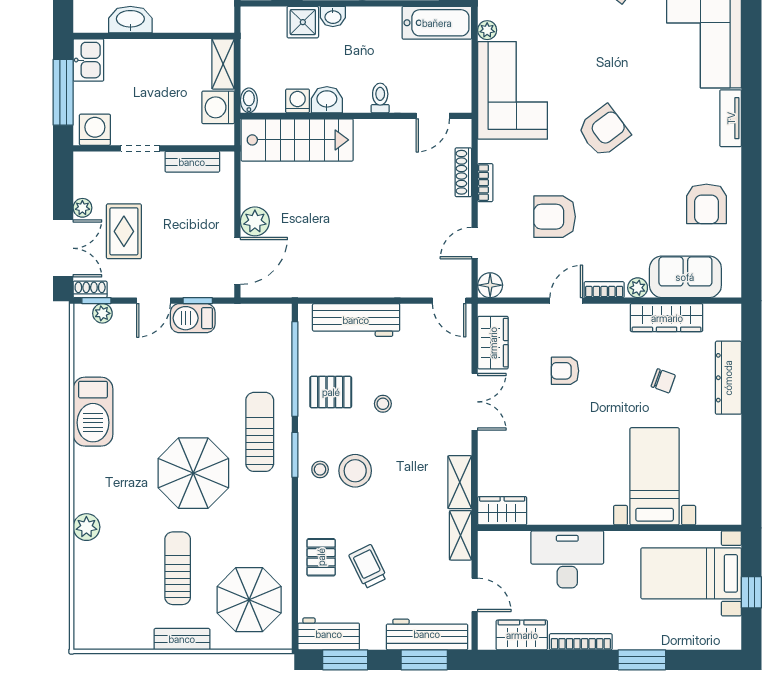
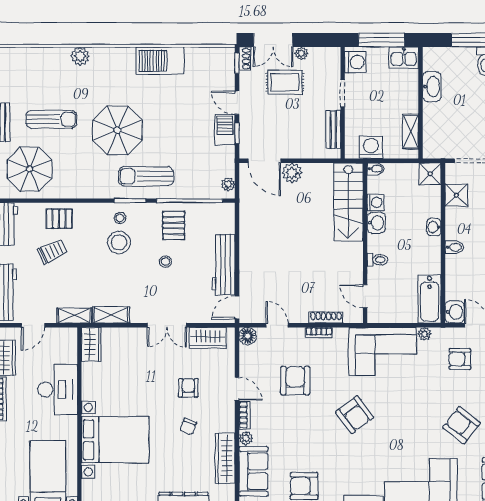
shower: (303, 22) -> (430, 174), moved
shelving: (223, 64) -> (411, 132), moved, turned 90
plant: (102, 313) -> (228, 184), moved
workbench: (356, 320) -> (224, 264), moved
chair: (663, 381) -> (188, 427), moved
sun lounger: (260, 432) -> (146, 176), turned 180
bed with nightstands: (655, 476) -> (115, 440), width x1.36

